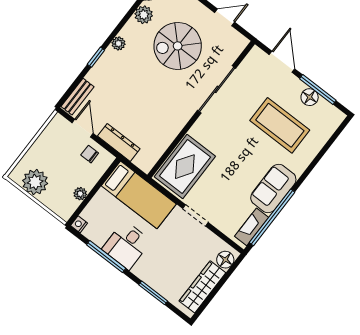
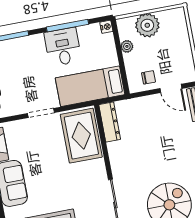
dresser: (119, 142) -> (110, 122), moved, turned -90
plant: (35, 182) -> (147, 25), moved

